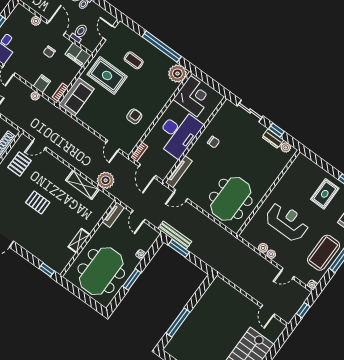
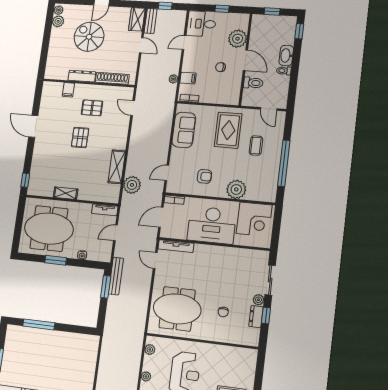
plant: (36, 21) -> (238, 39), width x1.87, depth x1.87
door: (56, 28) -> (245, 60), hinge flipped
door: (109, 33) -> (269, 109), swing flipped
filing cabinet: (78, 55) -> (232, 94), removed
plant: (177, 74) -> (236, 189), moved
sofa: (76, 97) -> (184, 130), moved, turned -90
chair: (213, 142) -> (223, 312), moved
plant: (286, 147) -> (258, 300), moved
pallet: (20, 164) -> (92, 108), moved
plant: (263, 248) -> (150, 350), moved

